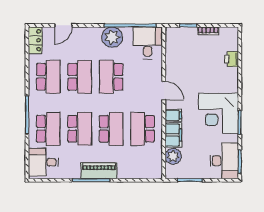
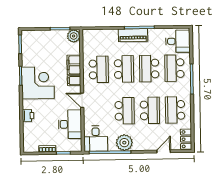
printer: (231, 59) -> (28, 116), moved
school desk: (80, 77) -> (150, 110), turned 180
school desk: (111, 129) -> (124, 69), turned 180
plant: (173, 156) -> (74, 36), moved
desk: (224, 161) -> (70, 124), moved, turned 180

